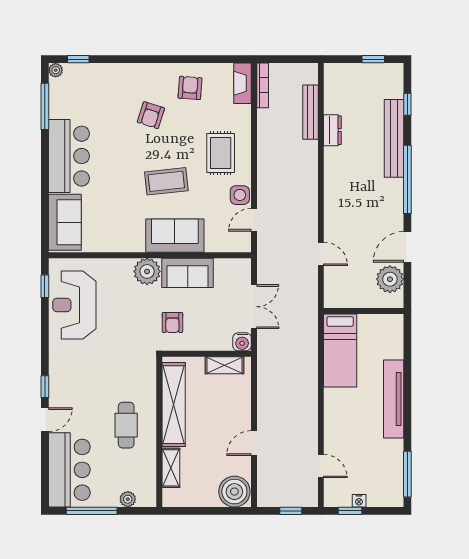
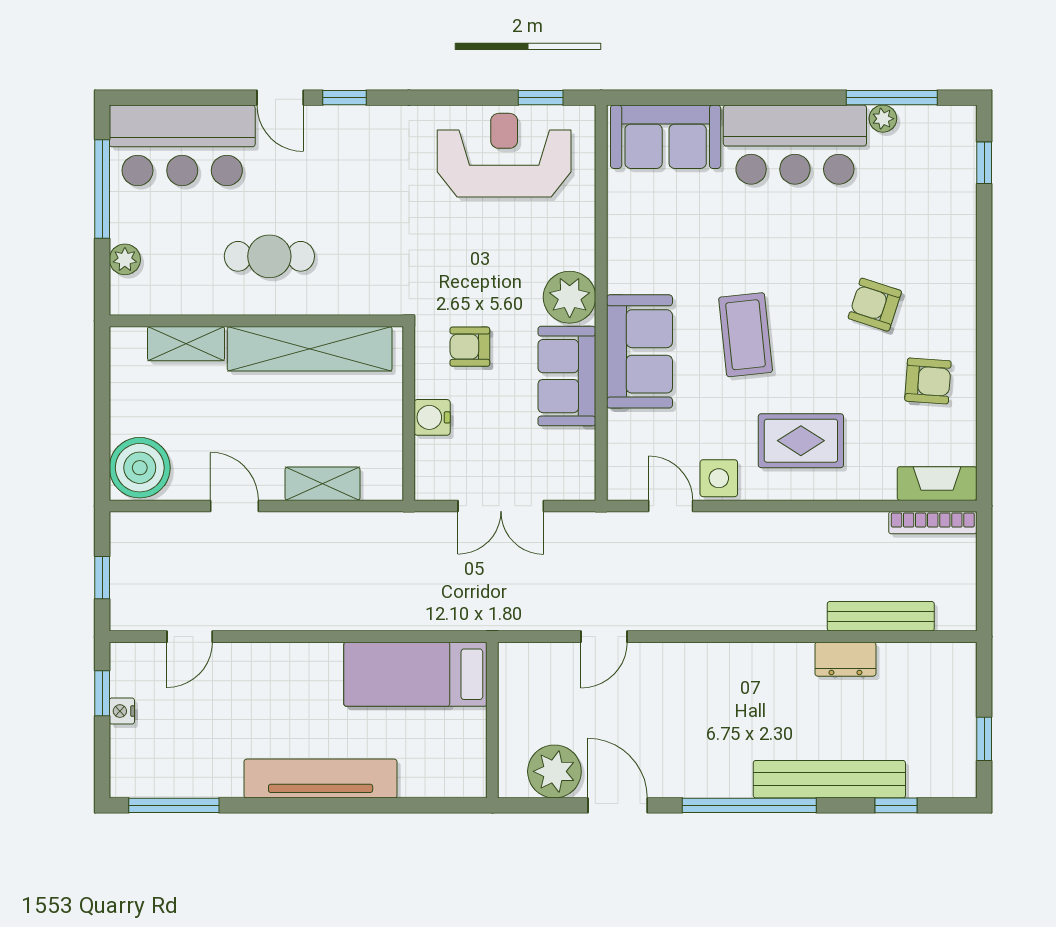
plant: (56, 70) -> (883, 119), moved
water cooler: (242, 342) -> (432, 417), moved
shelving: (225, 365) -> (322, 484), moved, turned 90

